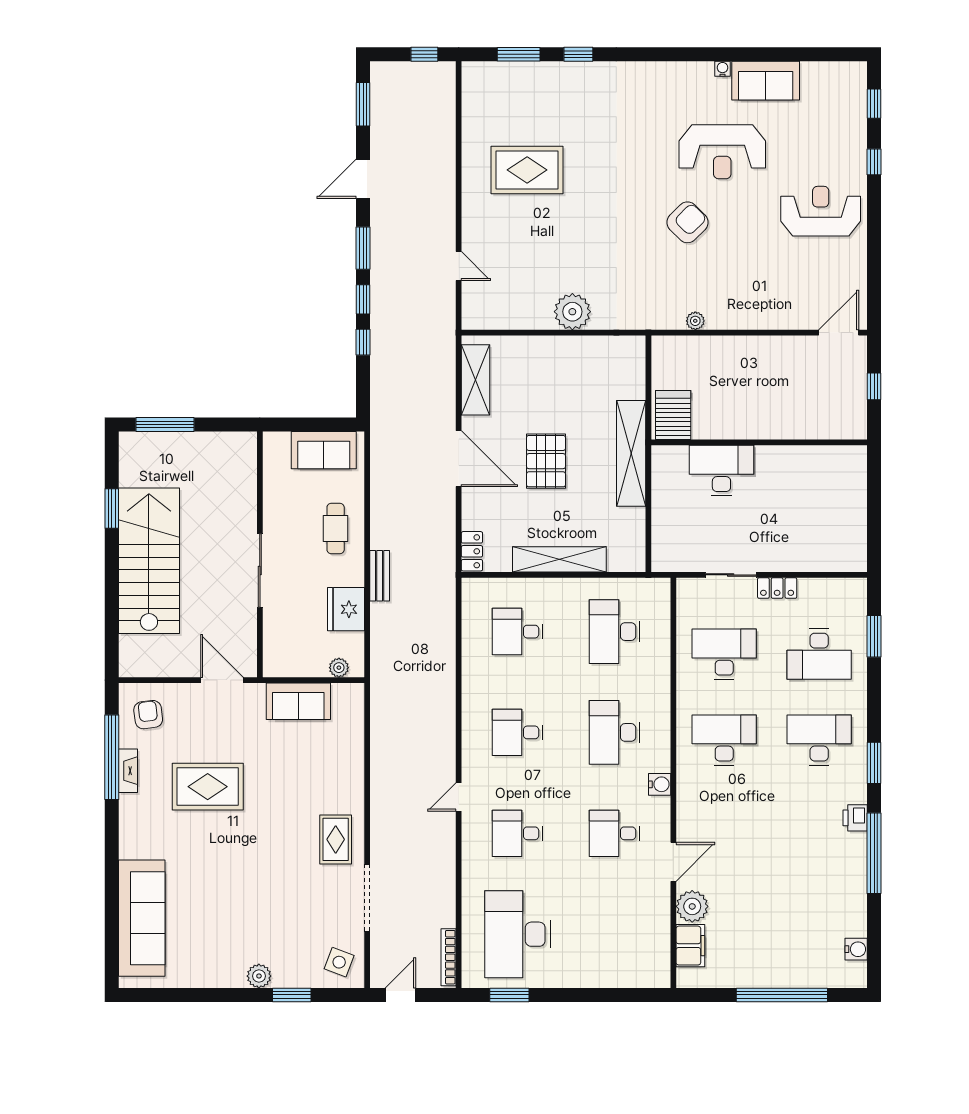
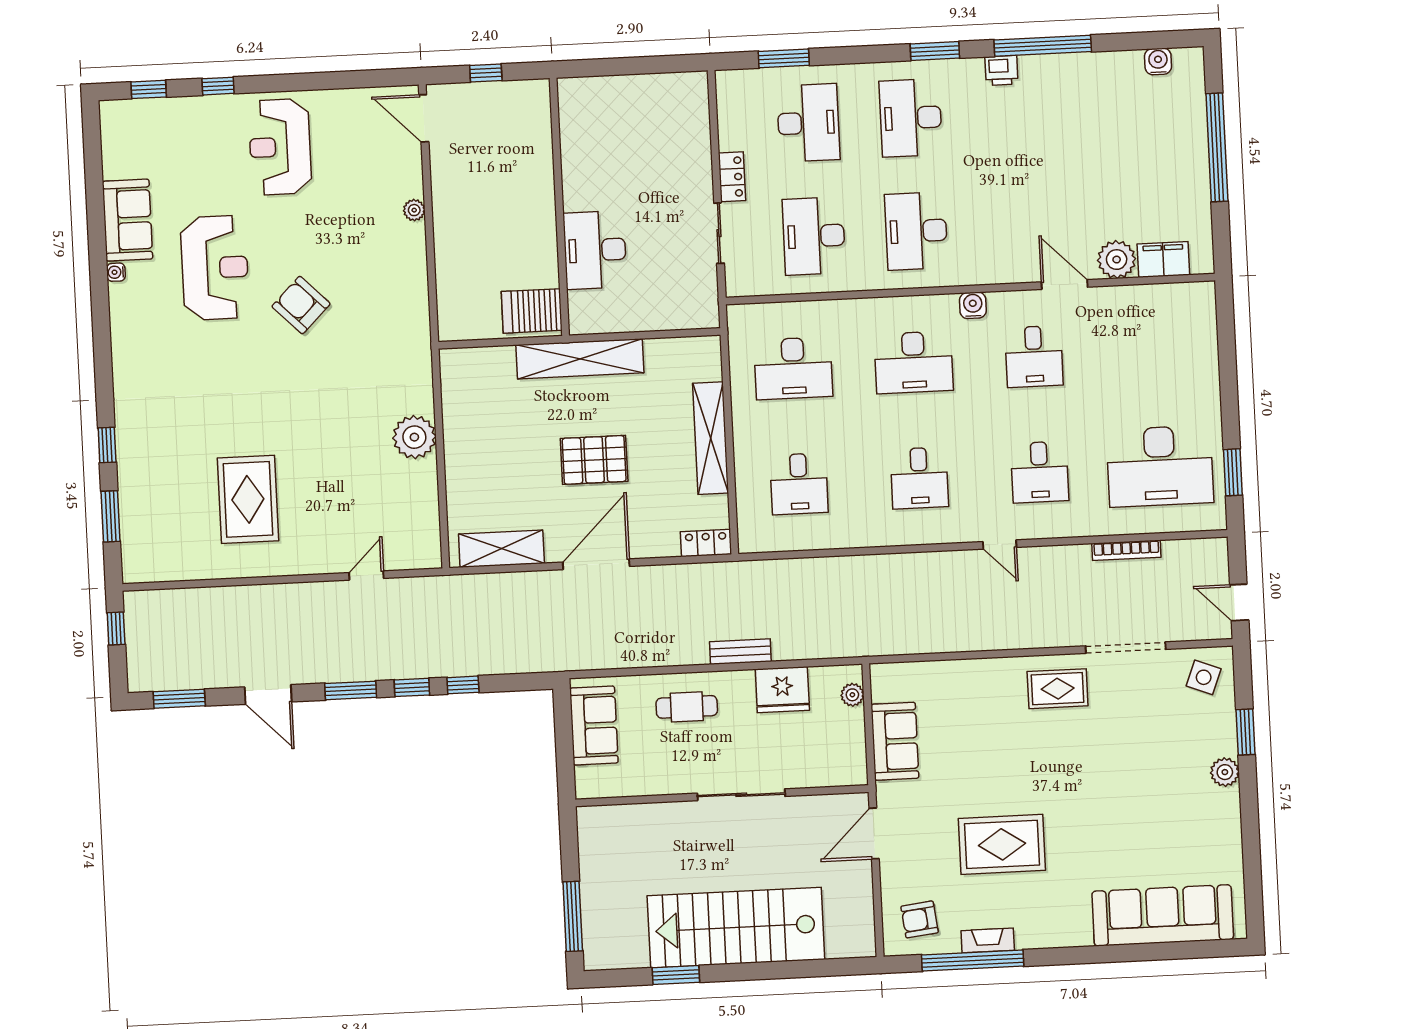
plant: (695, 321) -> (414, 210), moved
rug: (208, 787) -> (1002, 844), turned 90
bookcase: (449, 957) -> (1126, 550), moved

